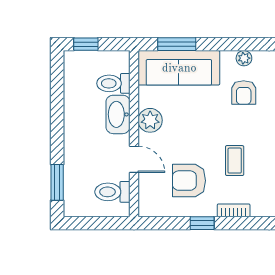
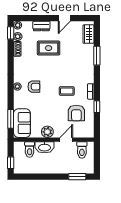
sofa: (179, 68) -> (22, 123), width x0.73

